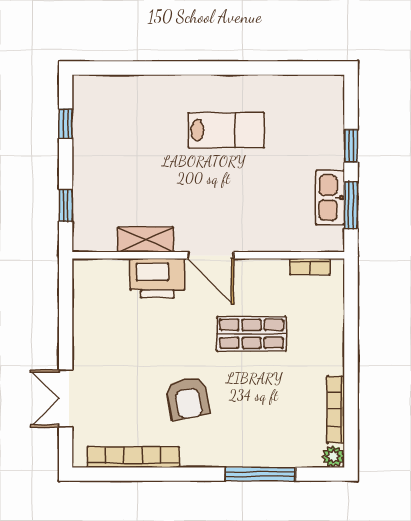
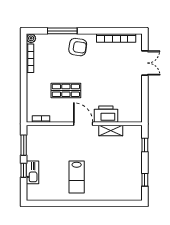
lab bench: (226, 130) -> (77, 177), turned -90
kitchen sink: (330, 198) -> (32, 172), moved
armchair: (188, 398) -> (78, 47), moved, turned 109

